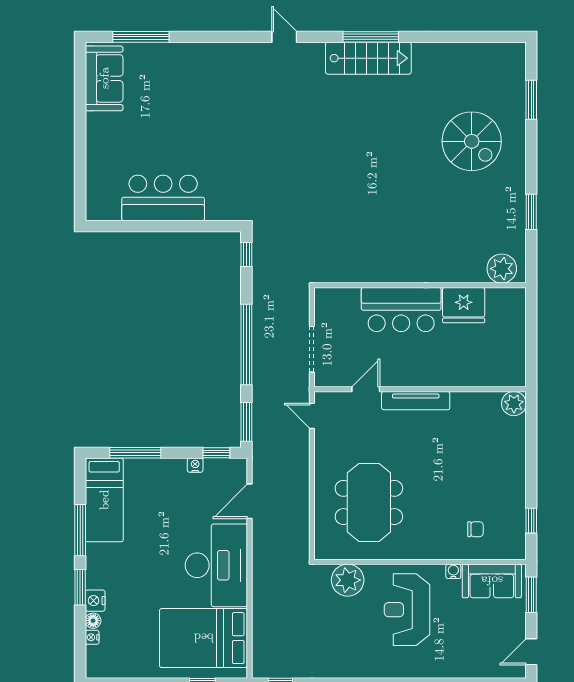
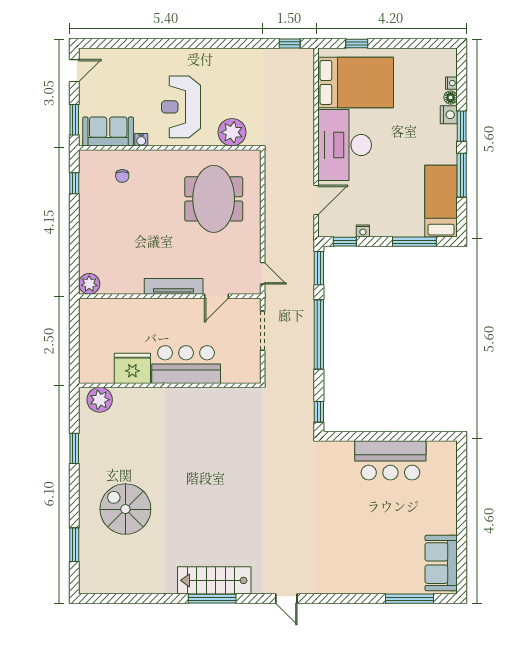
chair: (475, 529) -> (122, 176), turned -90
reception desk: (407, 610) -> (181, 107), turned 180

